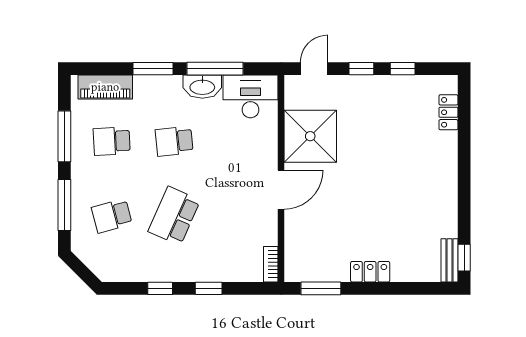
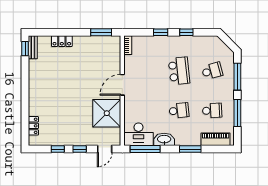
window: (215, 69) -> (145, 149), moved
school desk: (174, 216) -> (179, 71), turned -30
locker: (370, 272) -> (62, 41), moved

